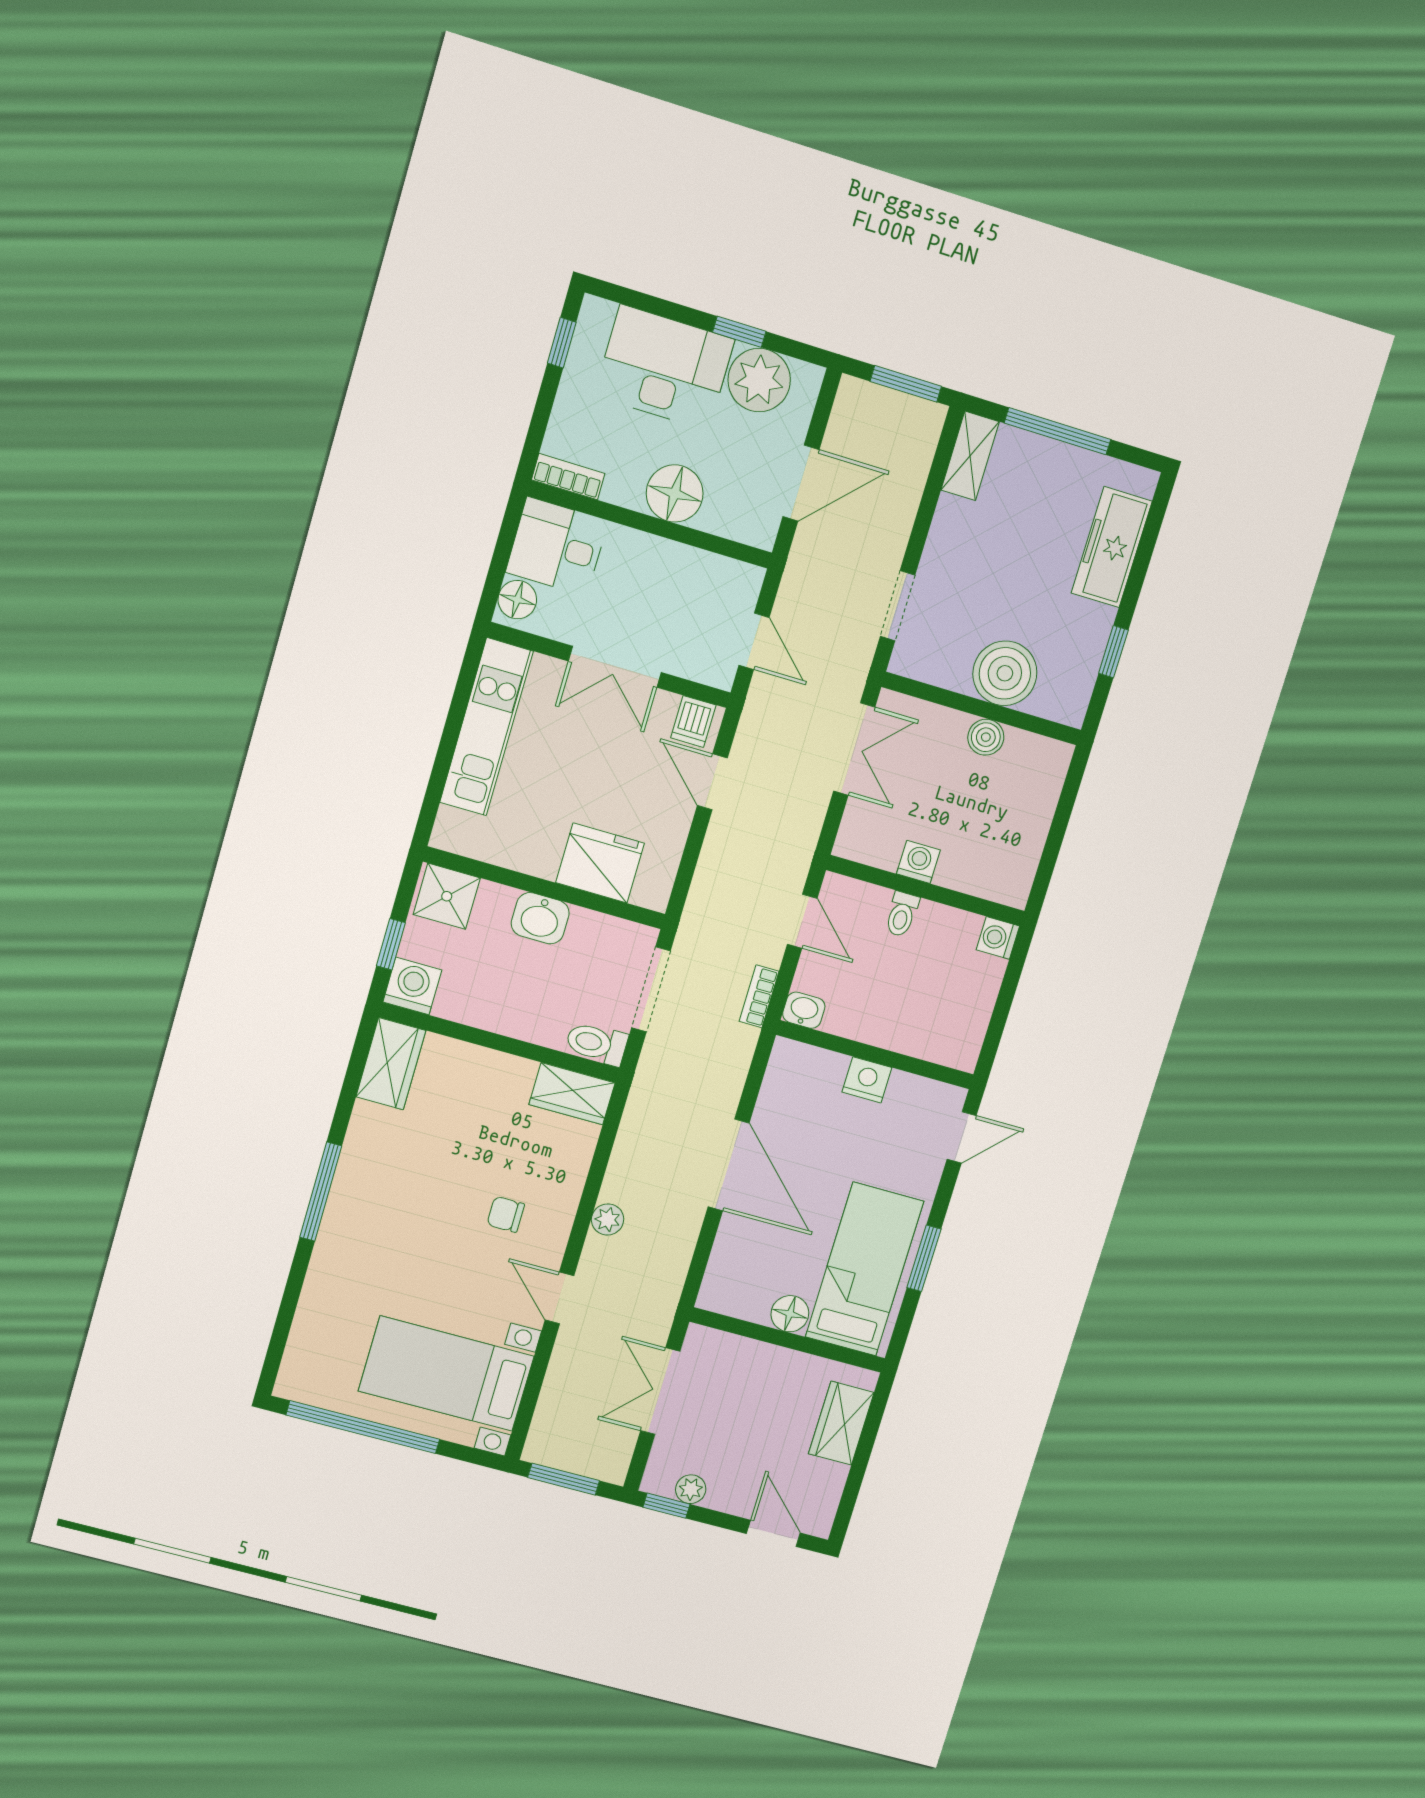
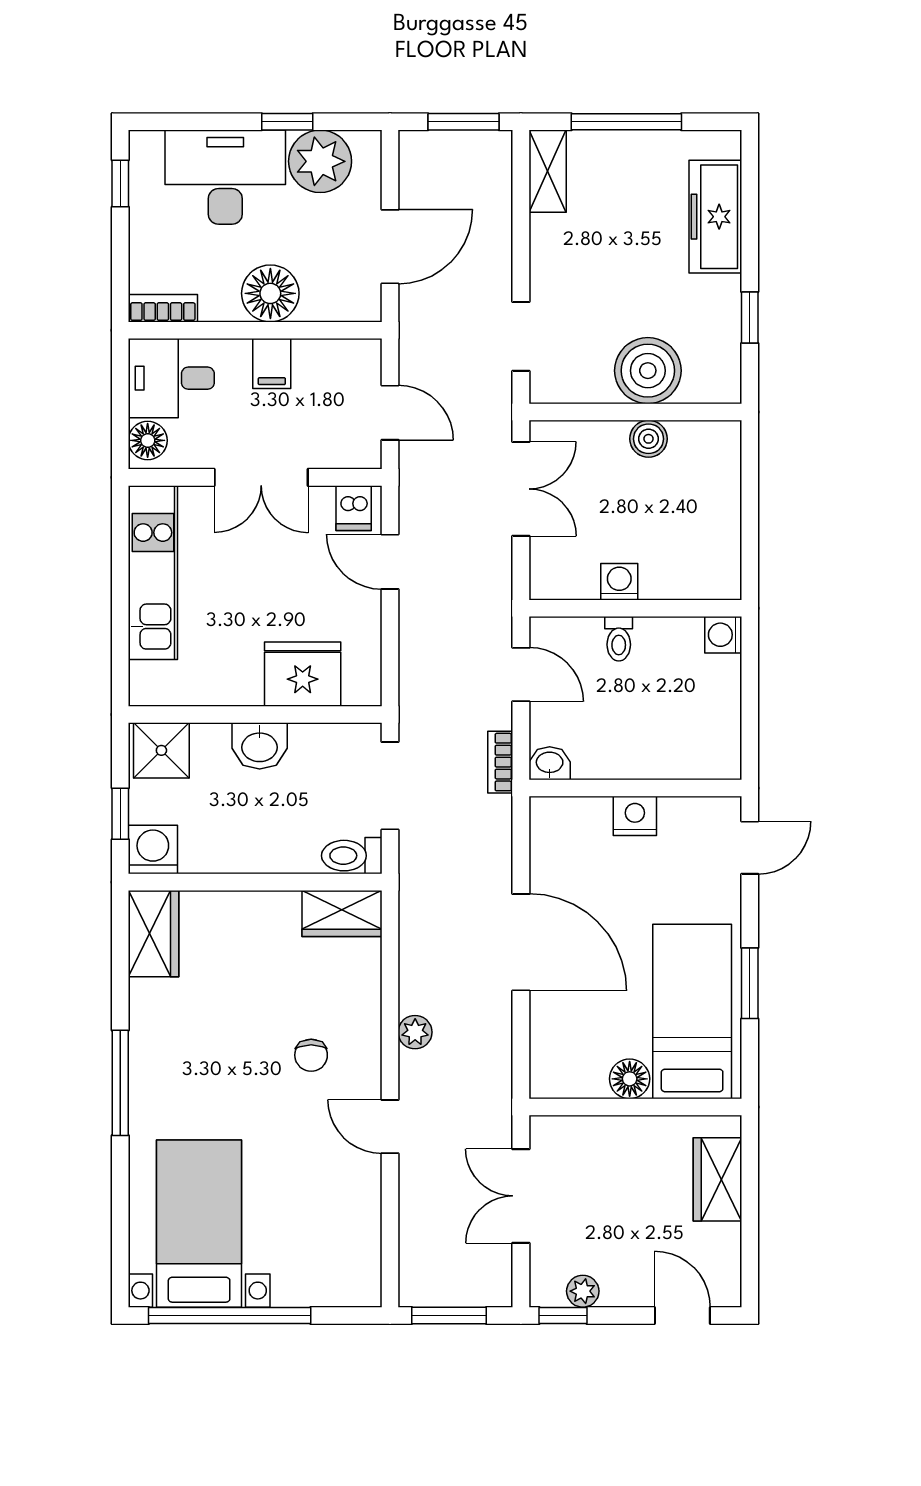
filing cabinet: (656, 561) -> (272, 364), added
chair: (506, 1214) -> (311, 1055), turned -90
bed with nightstands: (446, 1374) -> (199, 1224), moved, turned 90

